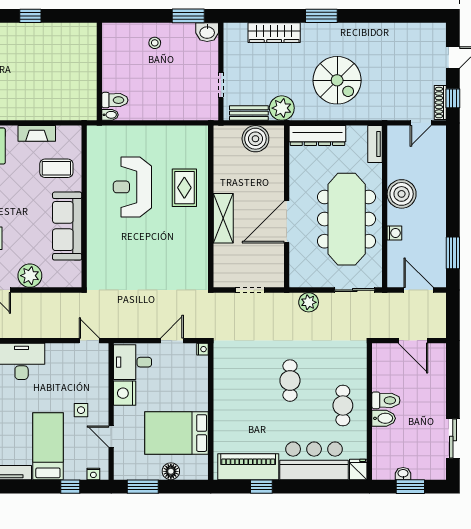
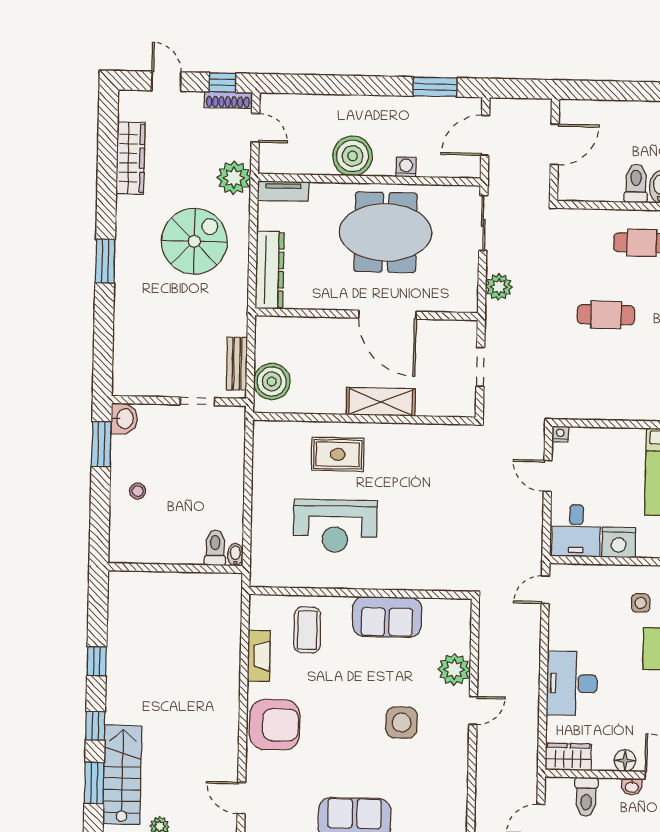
wardrobe: (274, 33) -> (130, 158), moved
plant: (282, 108) -> (234, 178), moved
boiler: (255, 139) -> (272, 381), moved
meeting table: (347, 219) -> (386, 232), width x0.73
sofa: (67, 226) -> (387, 617), width x0.73

